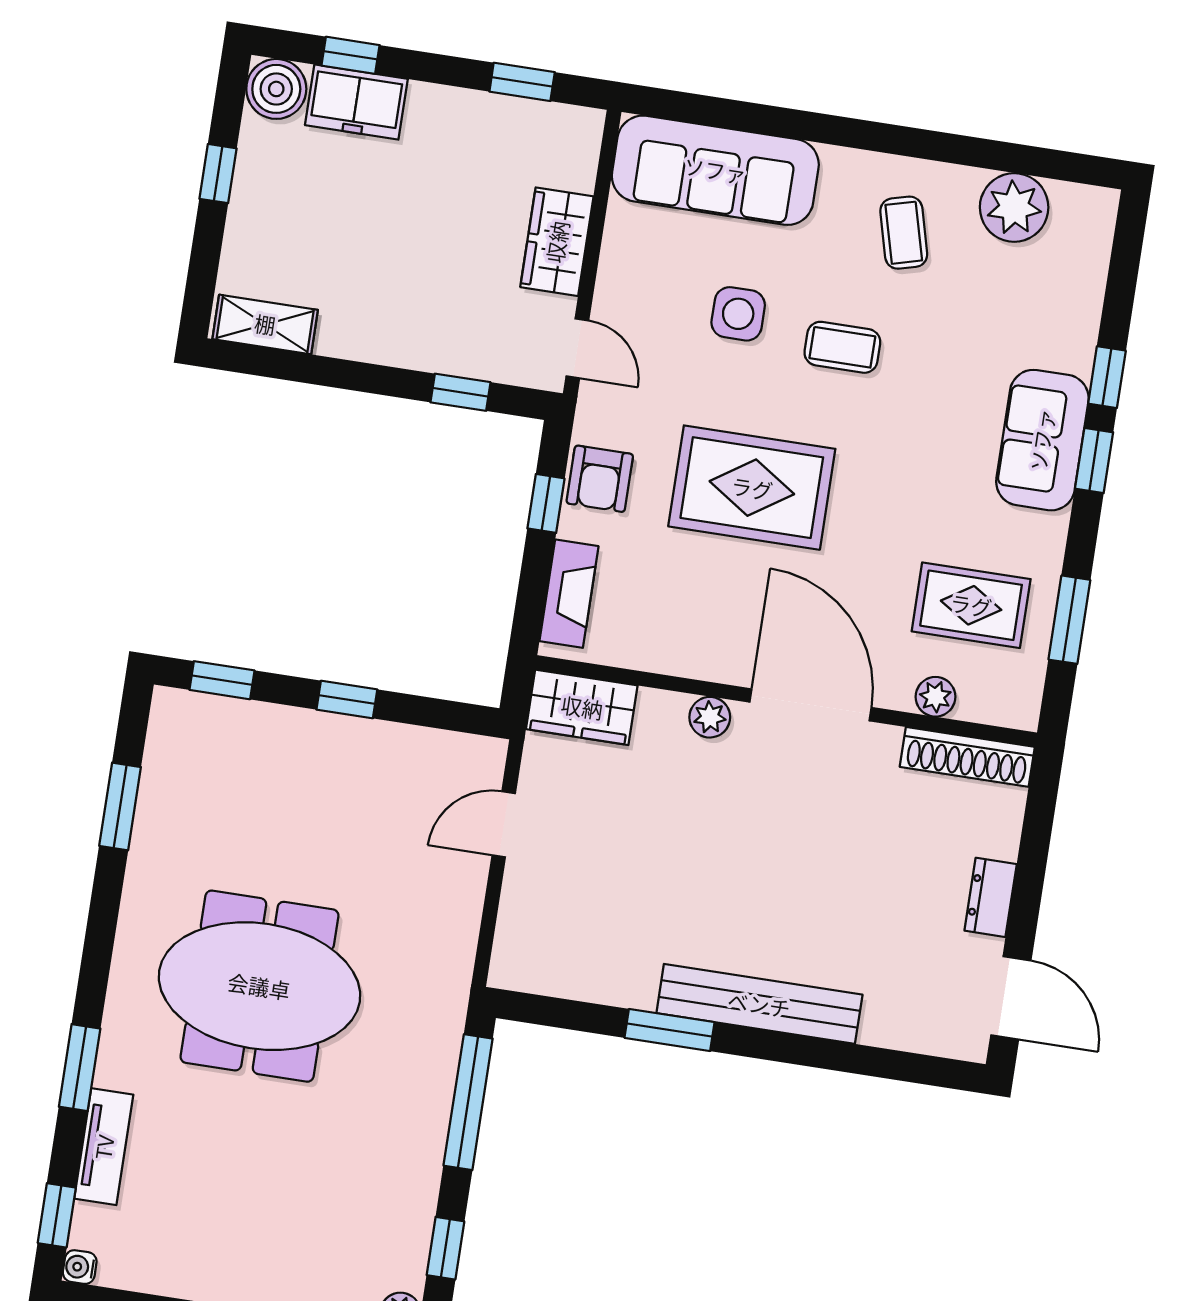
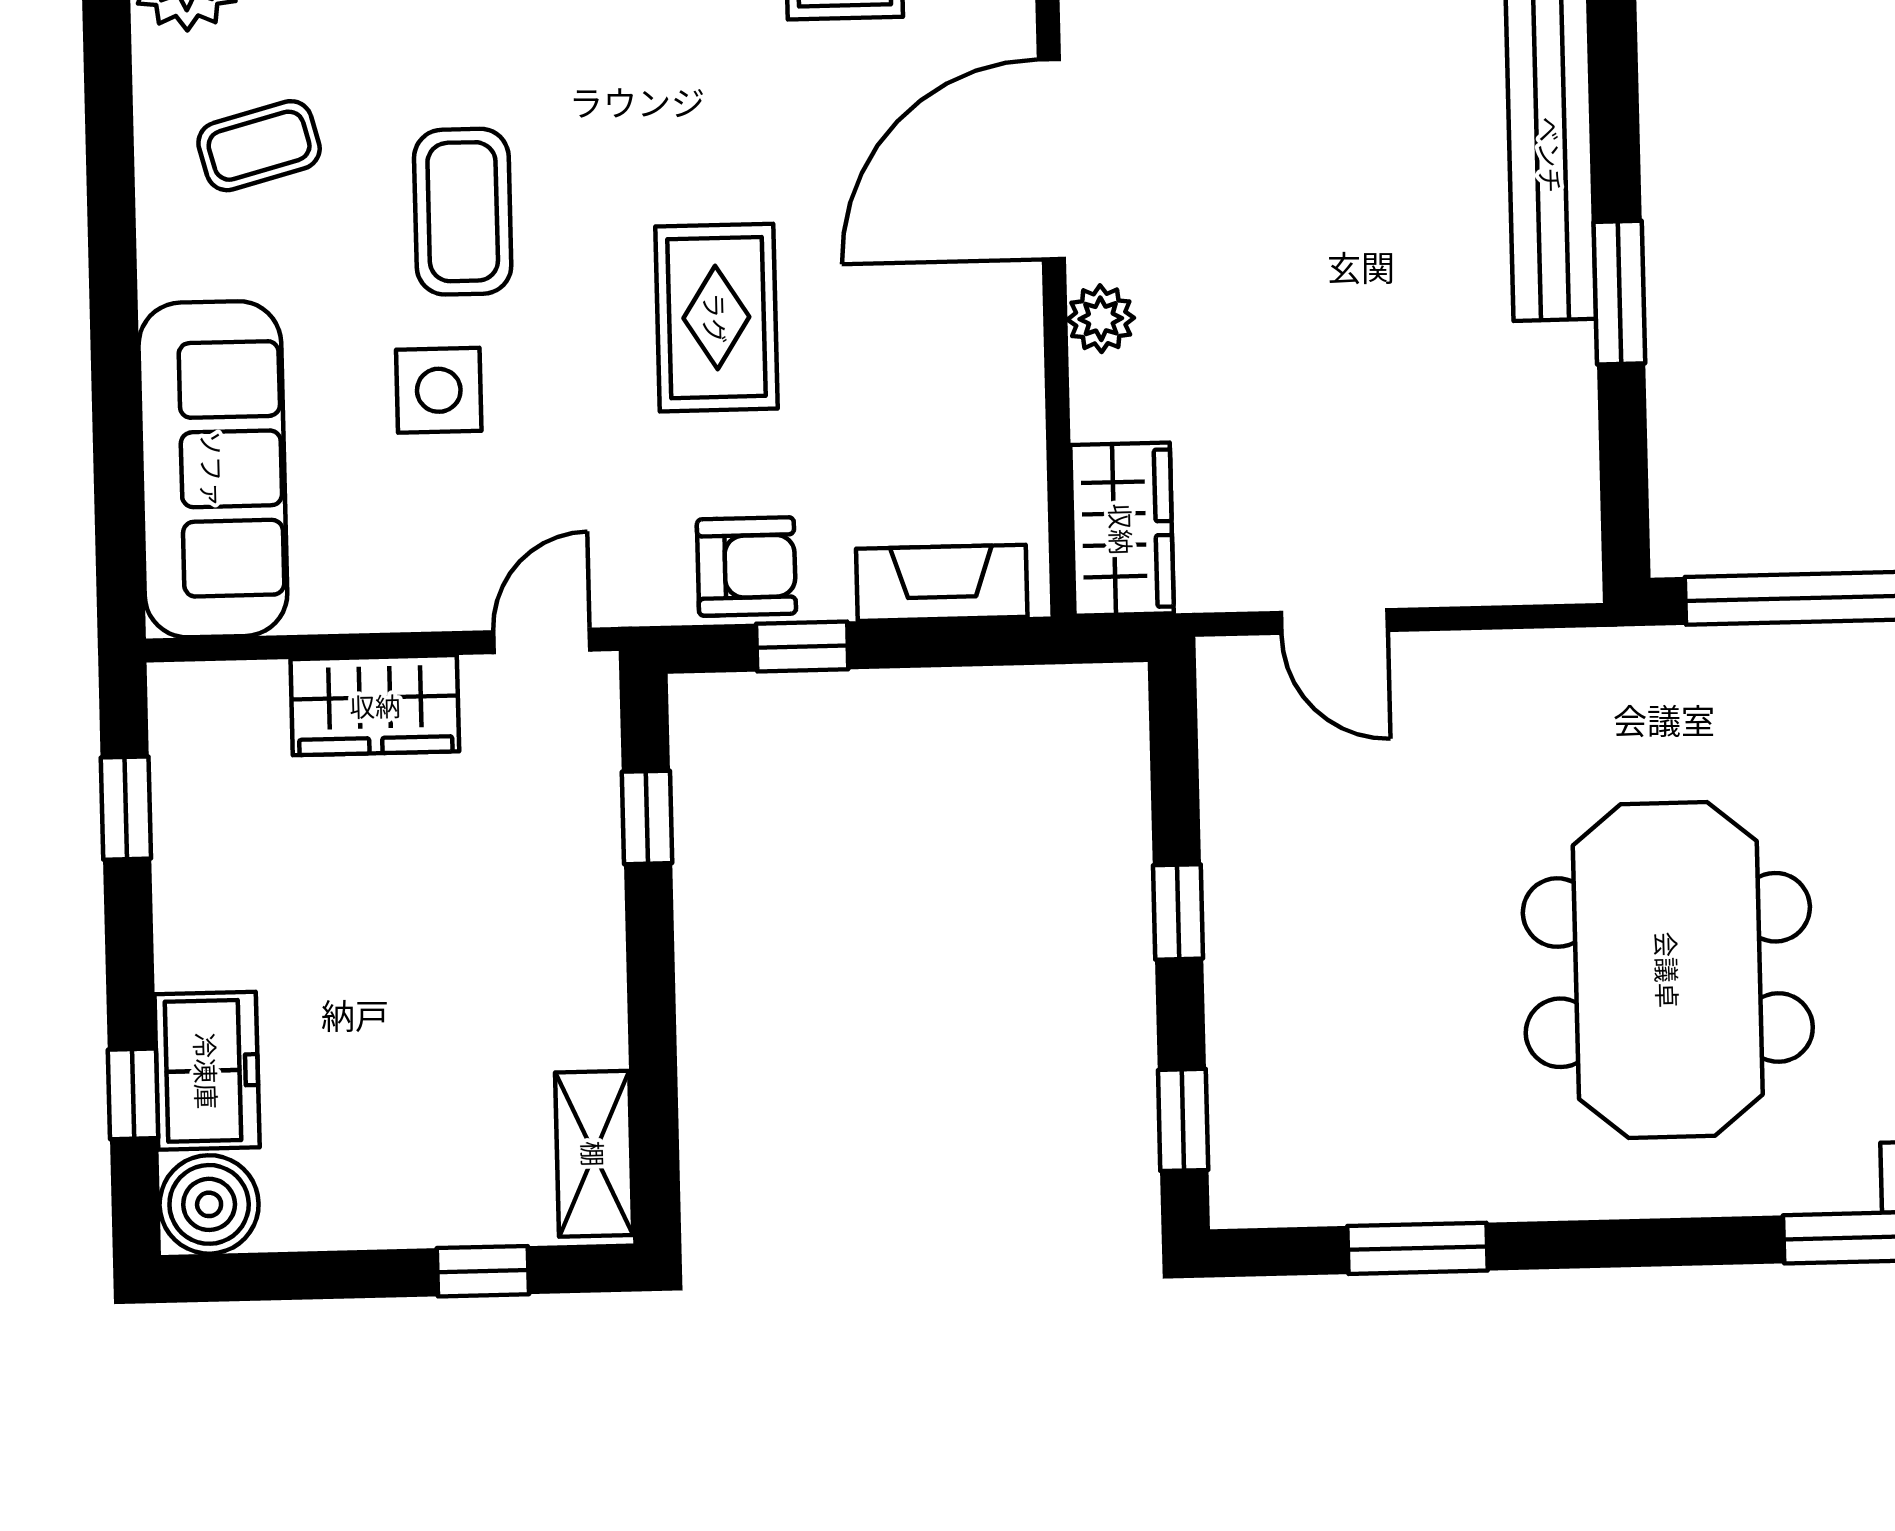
window: (218, 174) -> (483, 1271), moved
coffee table: (842, 347) -> (463, 212), width x1.36, depth x1.30
rug: (752, 488) -> (716, 318), width x0.73, depth x0.70

